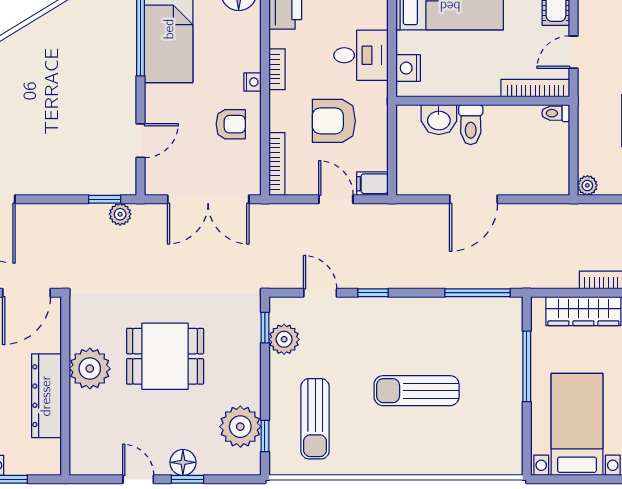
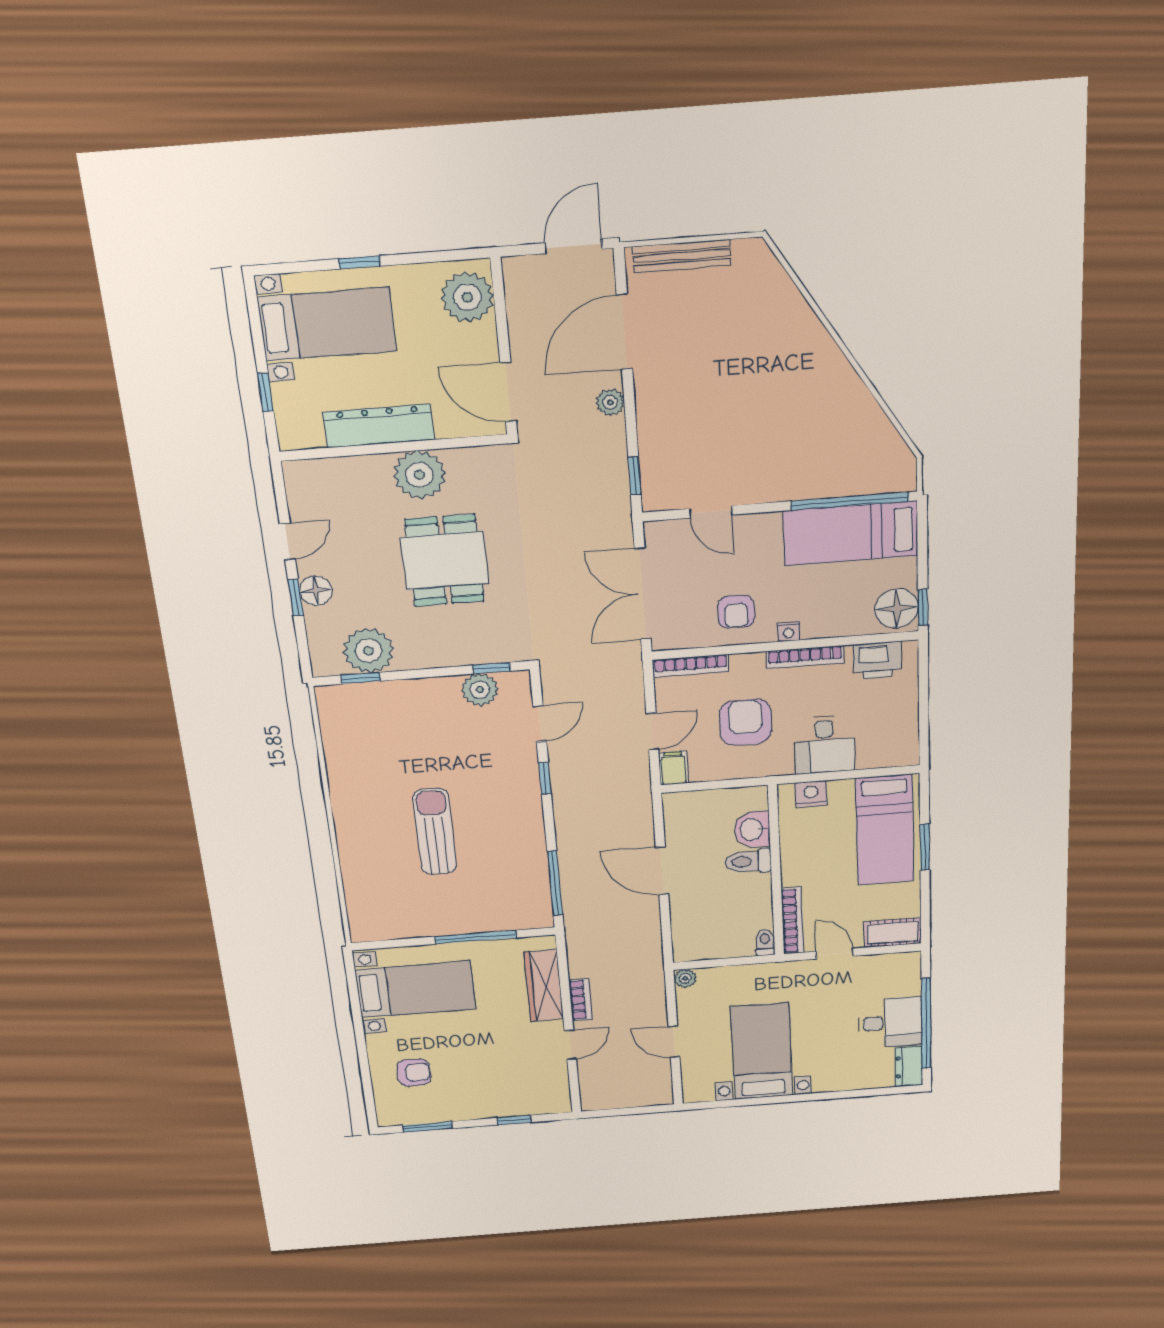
bookcase: (277, 69) -> (805, 657), width x1.56
plant: (120, 214) -> (610, 402), moved
sun lounger: (315, 419) -> (388, 730), removed

